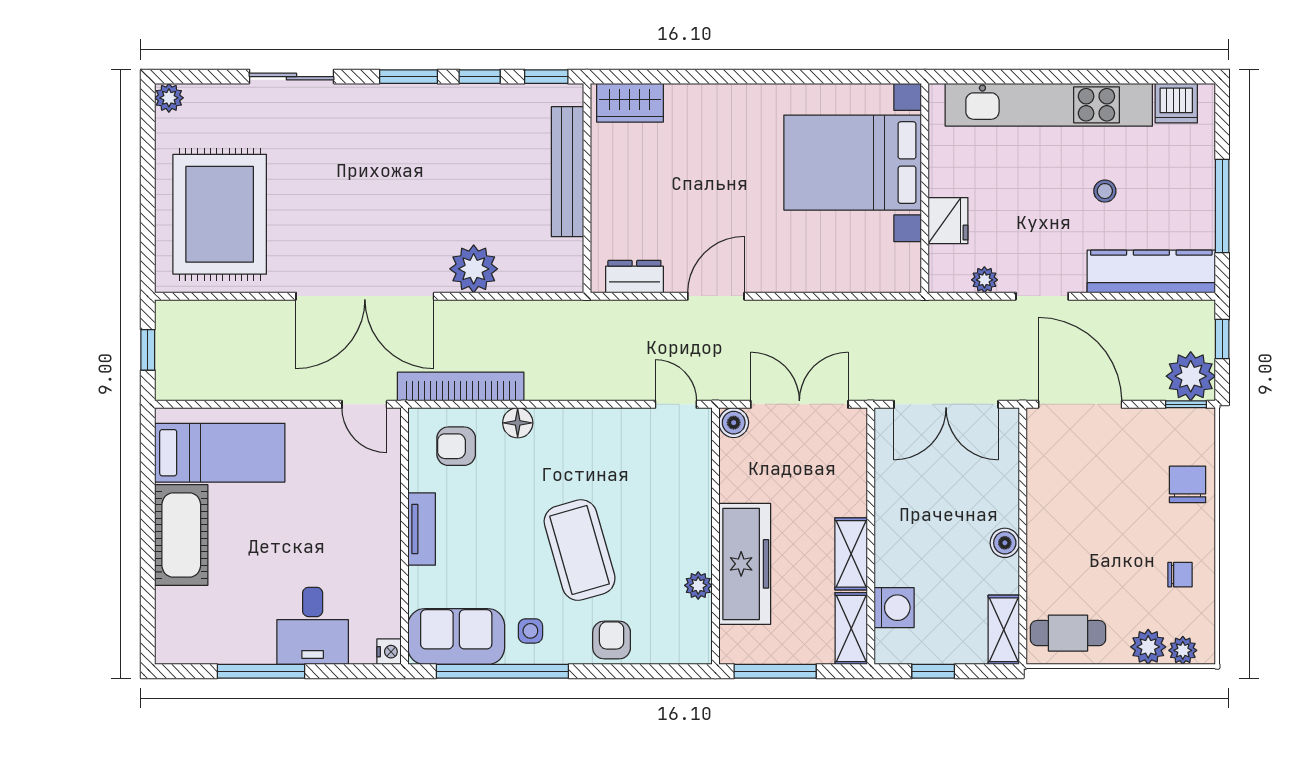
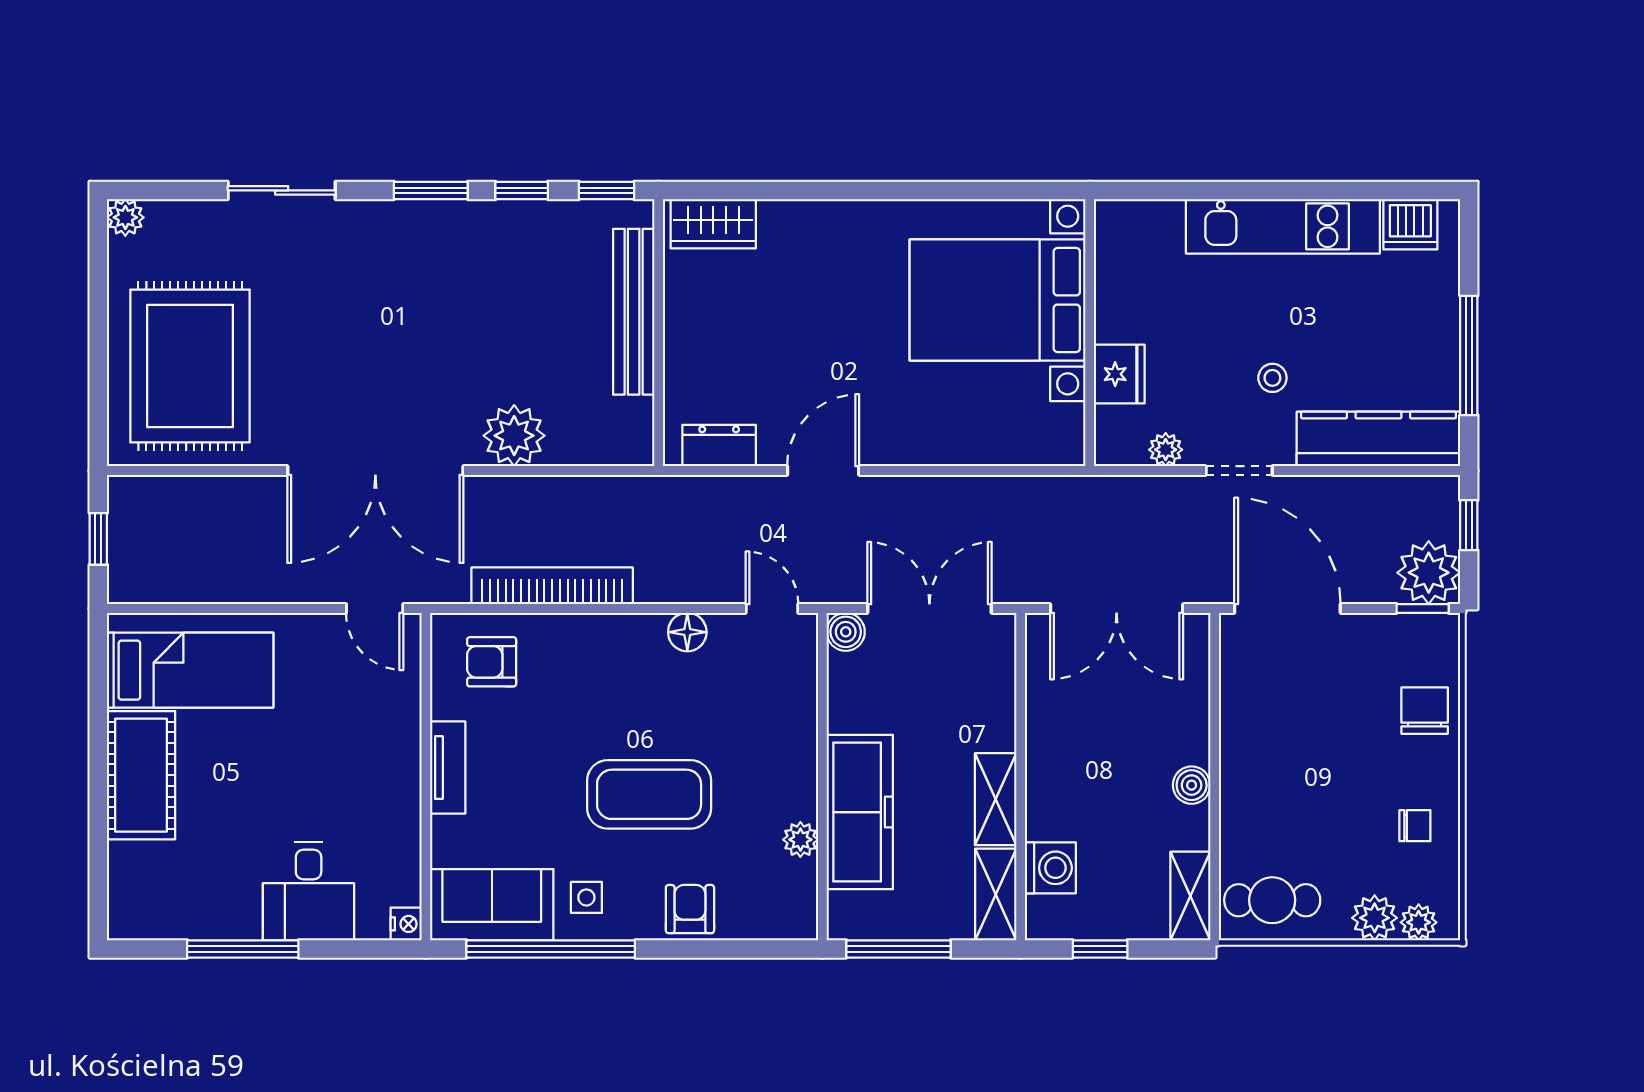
kitchen unit: (1049, 105) -> (1283, 226), width x0.73
stool: (1105, 191) -> (1272, 378), moved
bookcase: (461, 387) -> (552, 586), moved
floor lamp: (518, 423) -> (687, 632), moved
coffee table: (580, 550) -> (649, 794), turned -74

